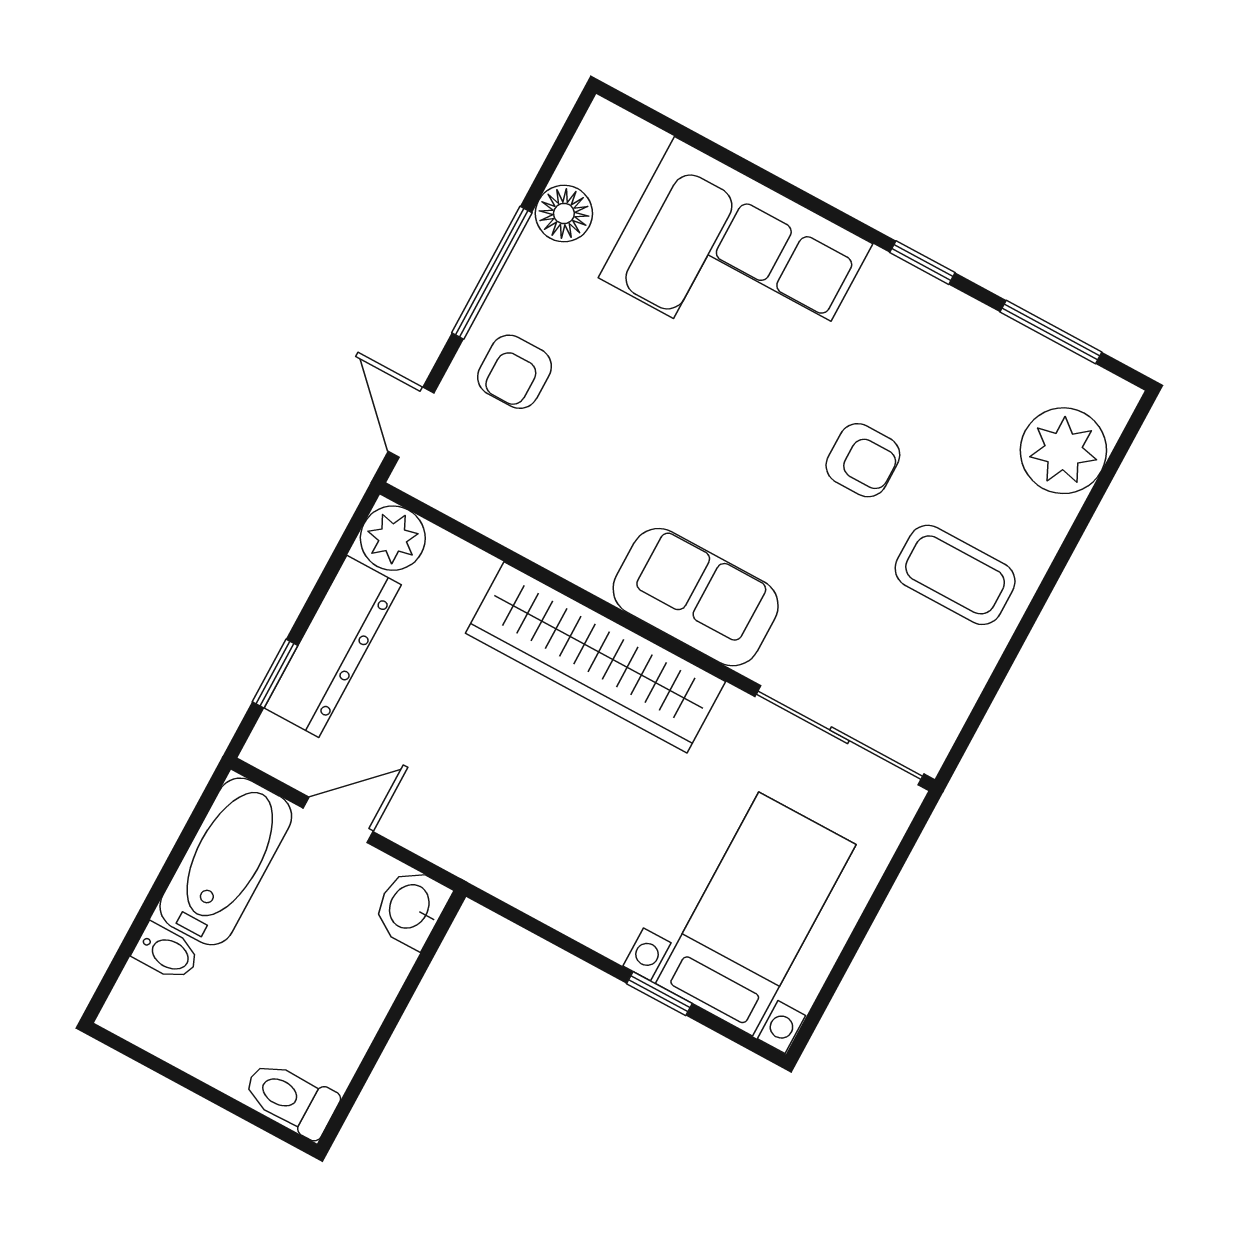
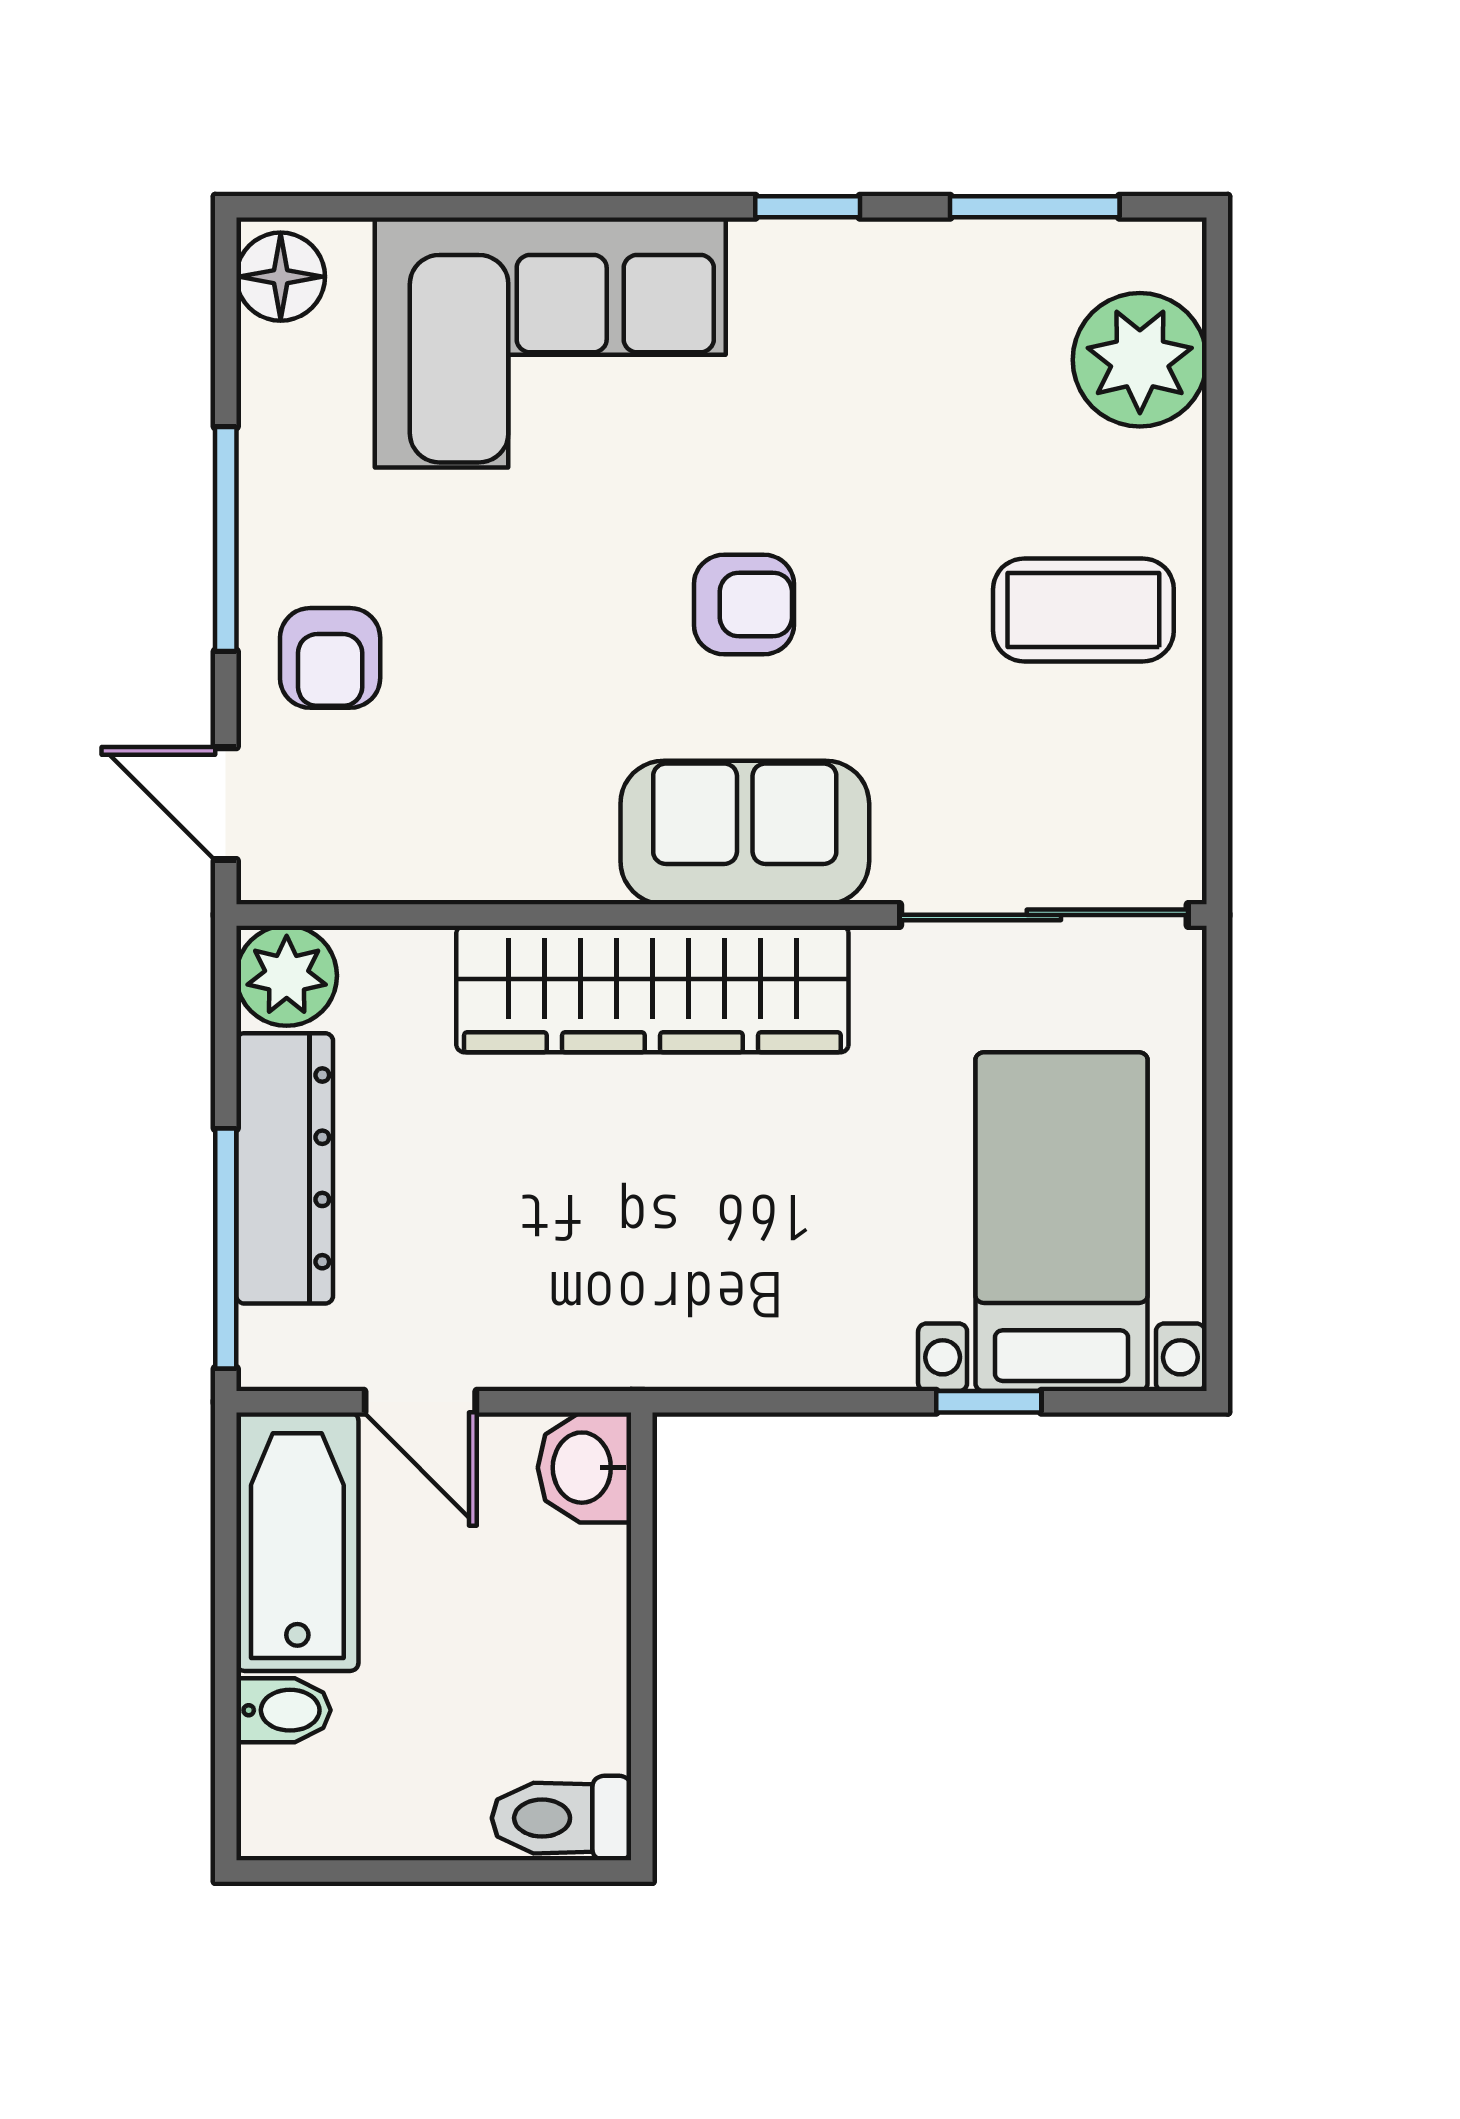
floor lamp: (564, 213) -> (281, 277), moved
armchair: (863, 460) -> (744, 604), moved
window: (275, 674) -> (226, 1248), width x2.17
door: (338, 820) -> (420, 1402), swing flipped

